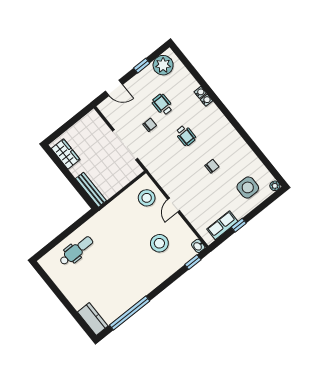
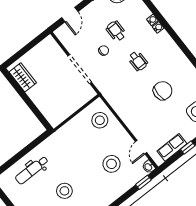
door: (114, 88) -> (70, 15), hinge flipped
chair: (212, 166) -> (163, 91), width x1.87, depth x1.87
bench: (91, 190) -> (47, 112), removed
door: (174, 205) -> (141, 147), moved
dental chair: (76, 251) -> (32, 170), turned 180
stool: (111, 272) -> (64, 191), added

